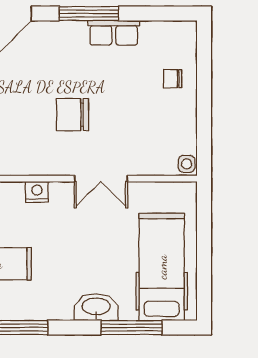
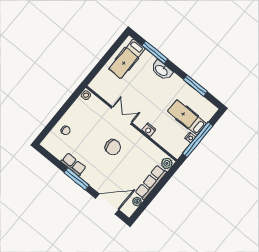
hospital bed: (162, 267) -> (127, 59), width x0.73, depth x0.78

